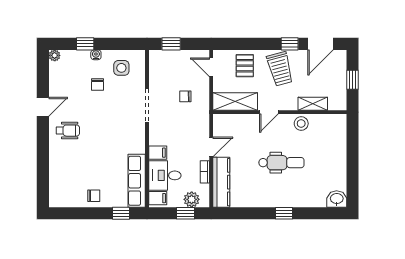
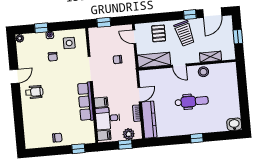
door: (269, 112) -> (179, 66), hinge flipped
row of seats: (137, 181) -> (86, 102), moved

